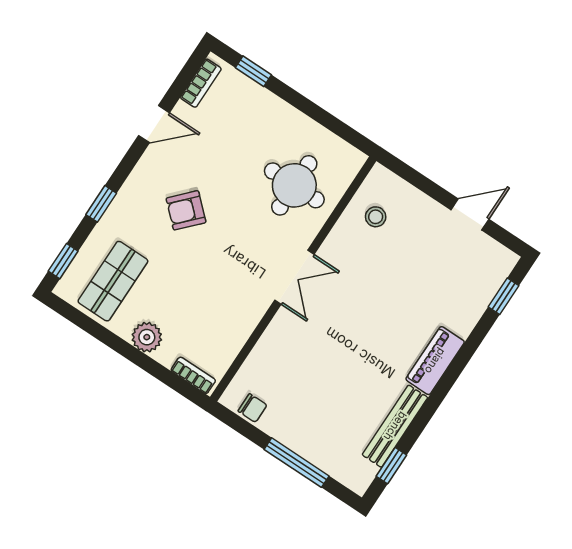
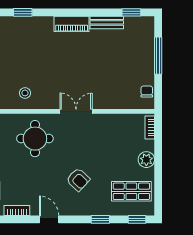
bench: (395, 426) -> (107, 22), width x0.73

